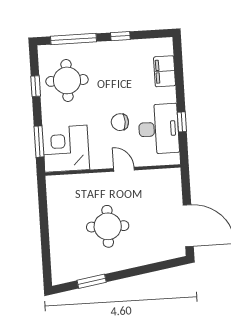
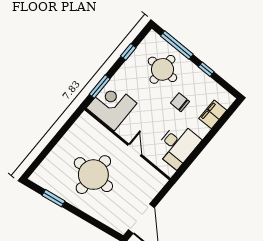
round table: (67, 80) -> (162, 69), moved
chair: (120, 122) -> (180, 102), moved
window: (182, 122) -> (195, 154), removed
round table: (108, 226) -> (93, 175), width x1.36, depth x1.36

